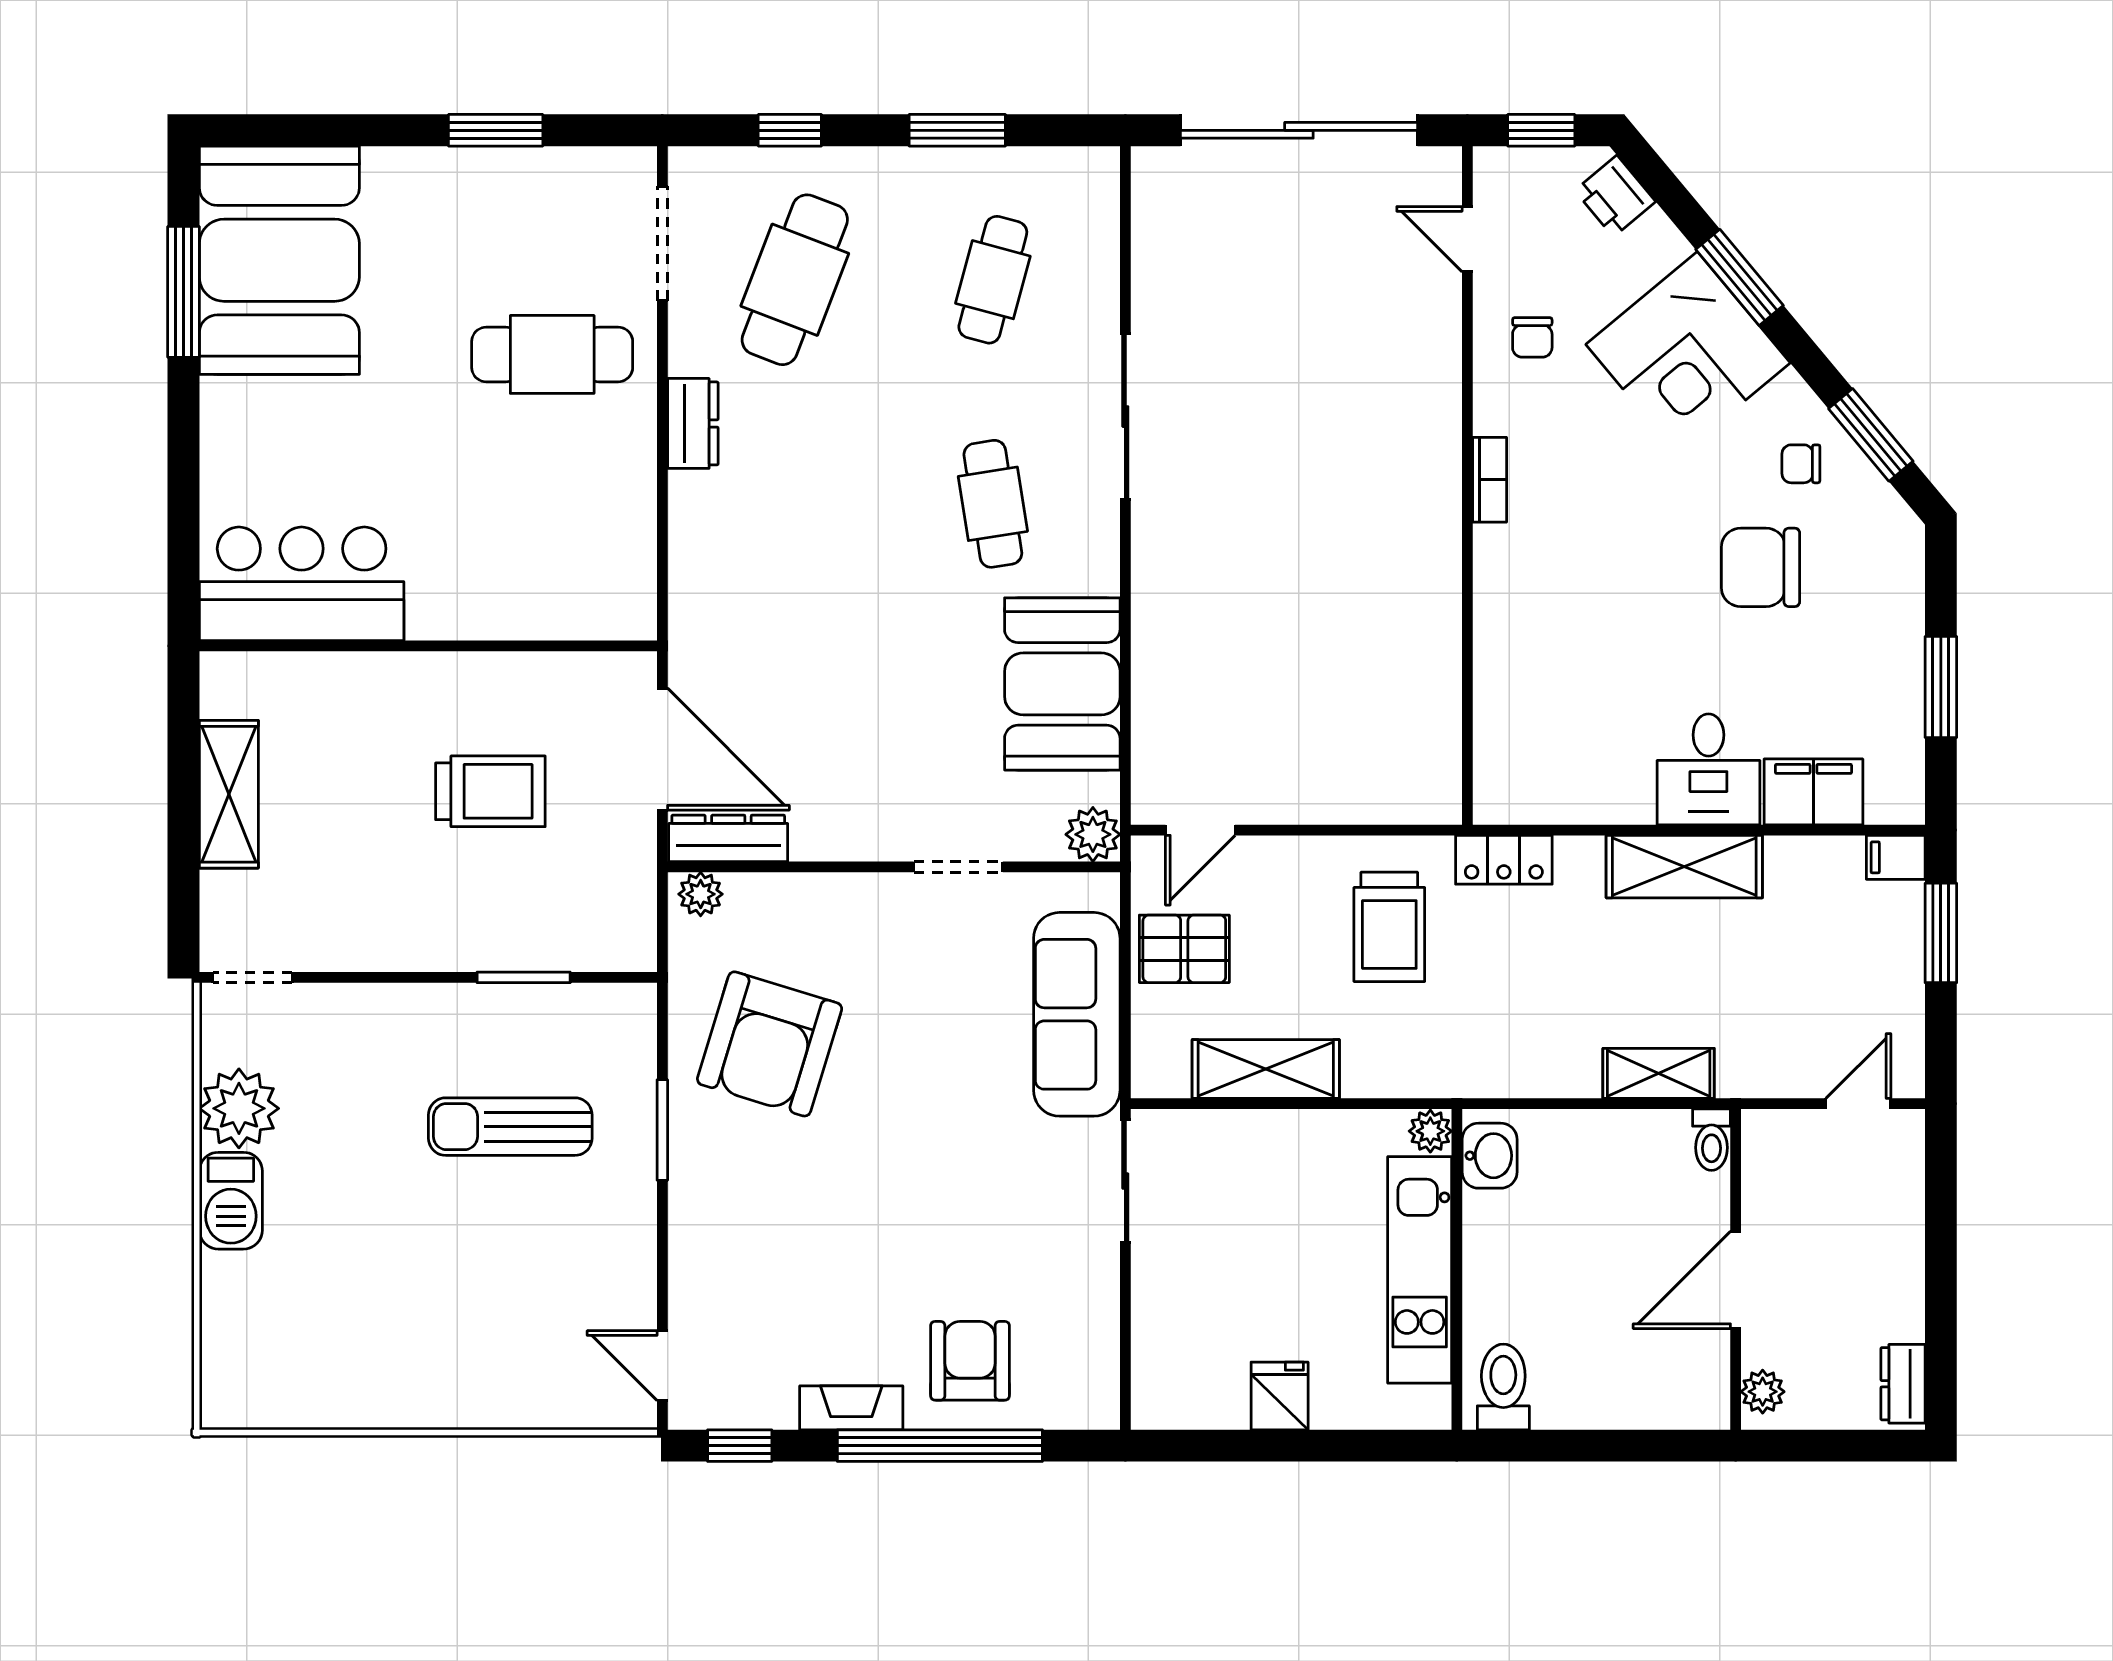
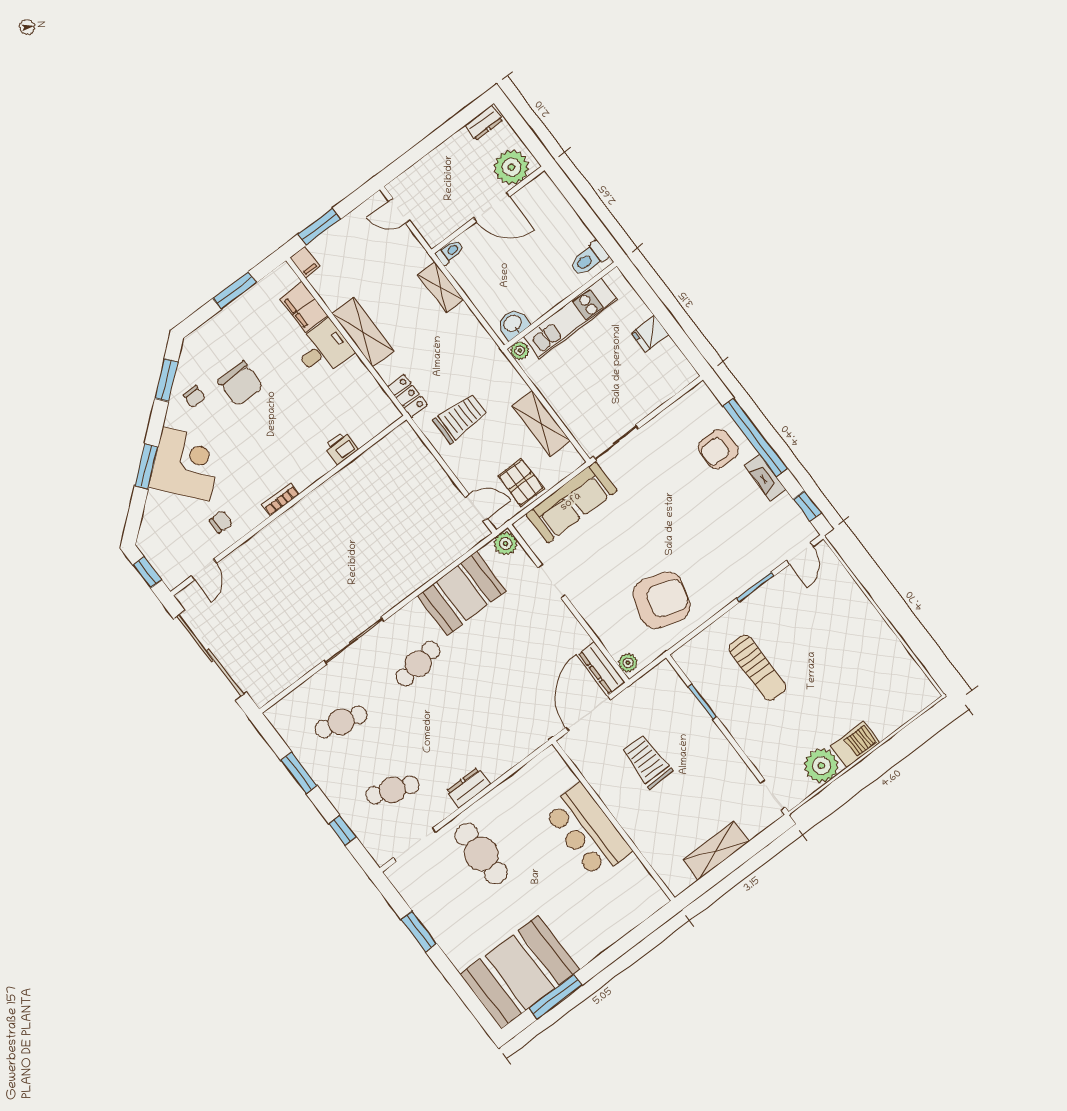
printer: (1615, 196) -> (341, 448), moved, turned -140
cafe table: (795, 280) -> (392, 790), width x0.73, depth x0.74
bar counter: (302, 584) -> (587, 831), moved
window: (662, 1130) -> (755, 587), moved
plant: (1763, 1392) -> (511, 167), width x1.87, depth x1.87

